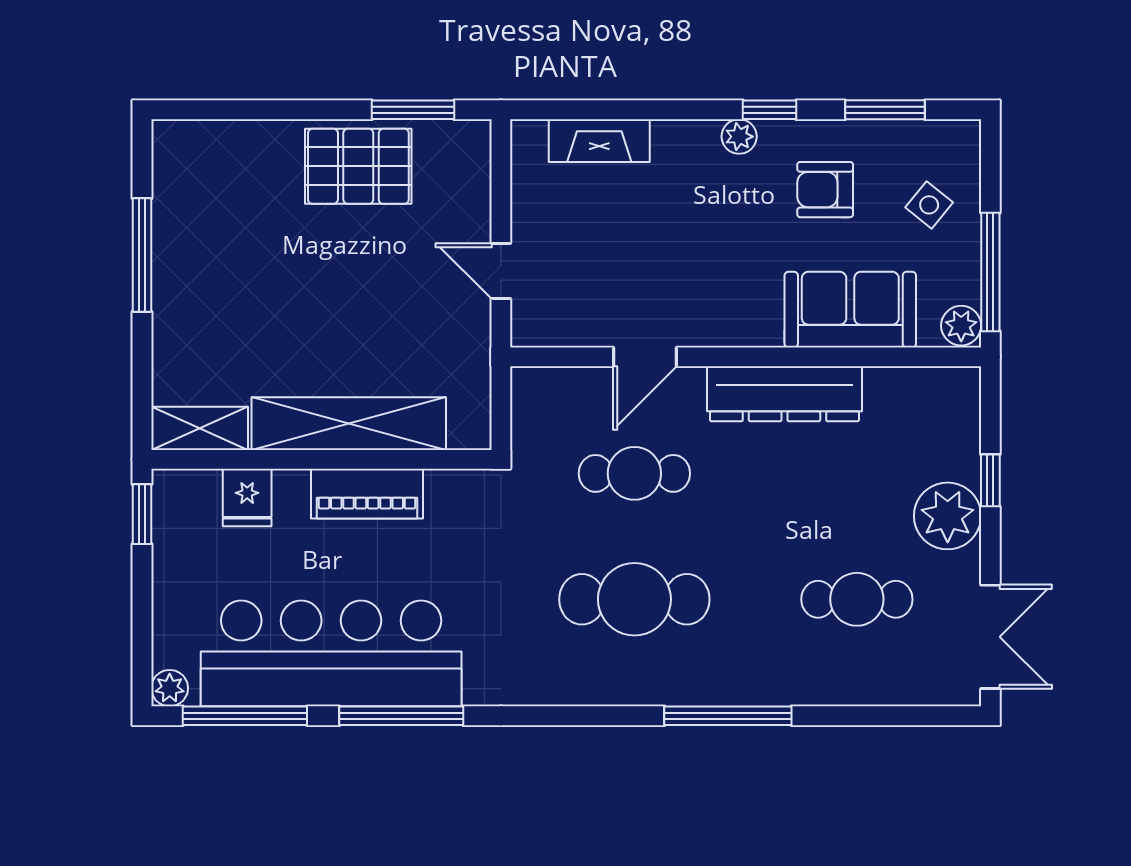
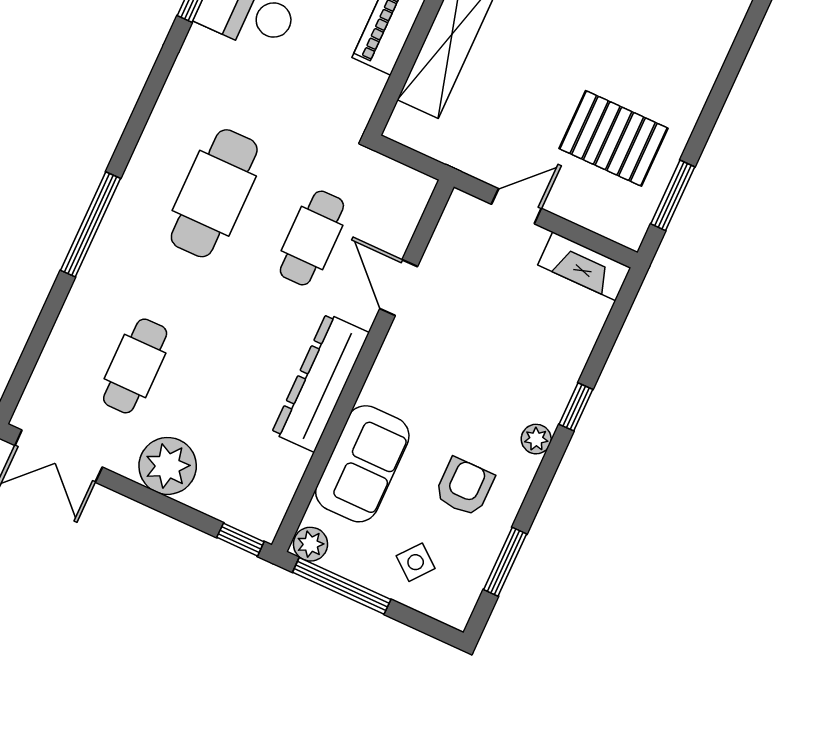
window: (769, 110) -> (576, 407), moved
fireplace: (599, 141) -> (584, 266), moved, turned -90
pallet: (358, 166) -> (614, 138), moved, turned 90
window: (990, 480) -> (240, 540), moved

